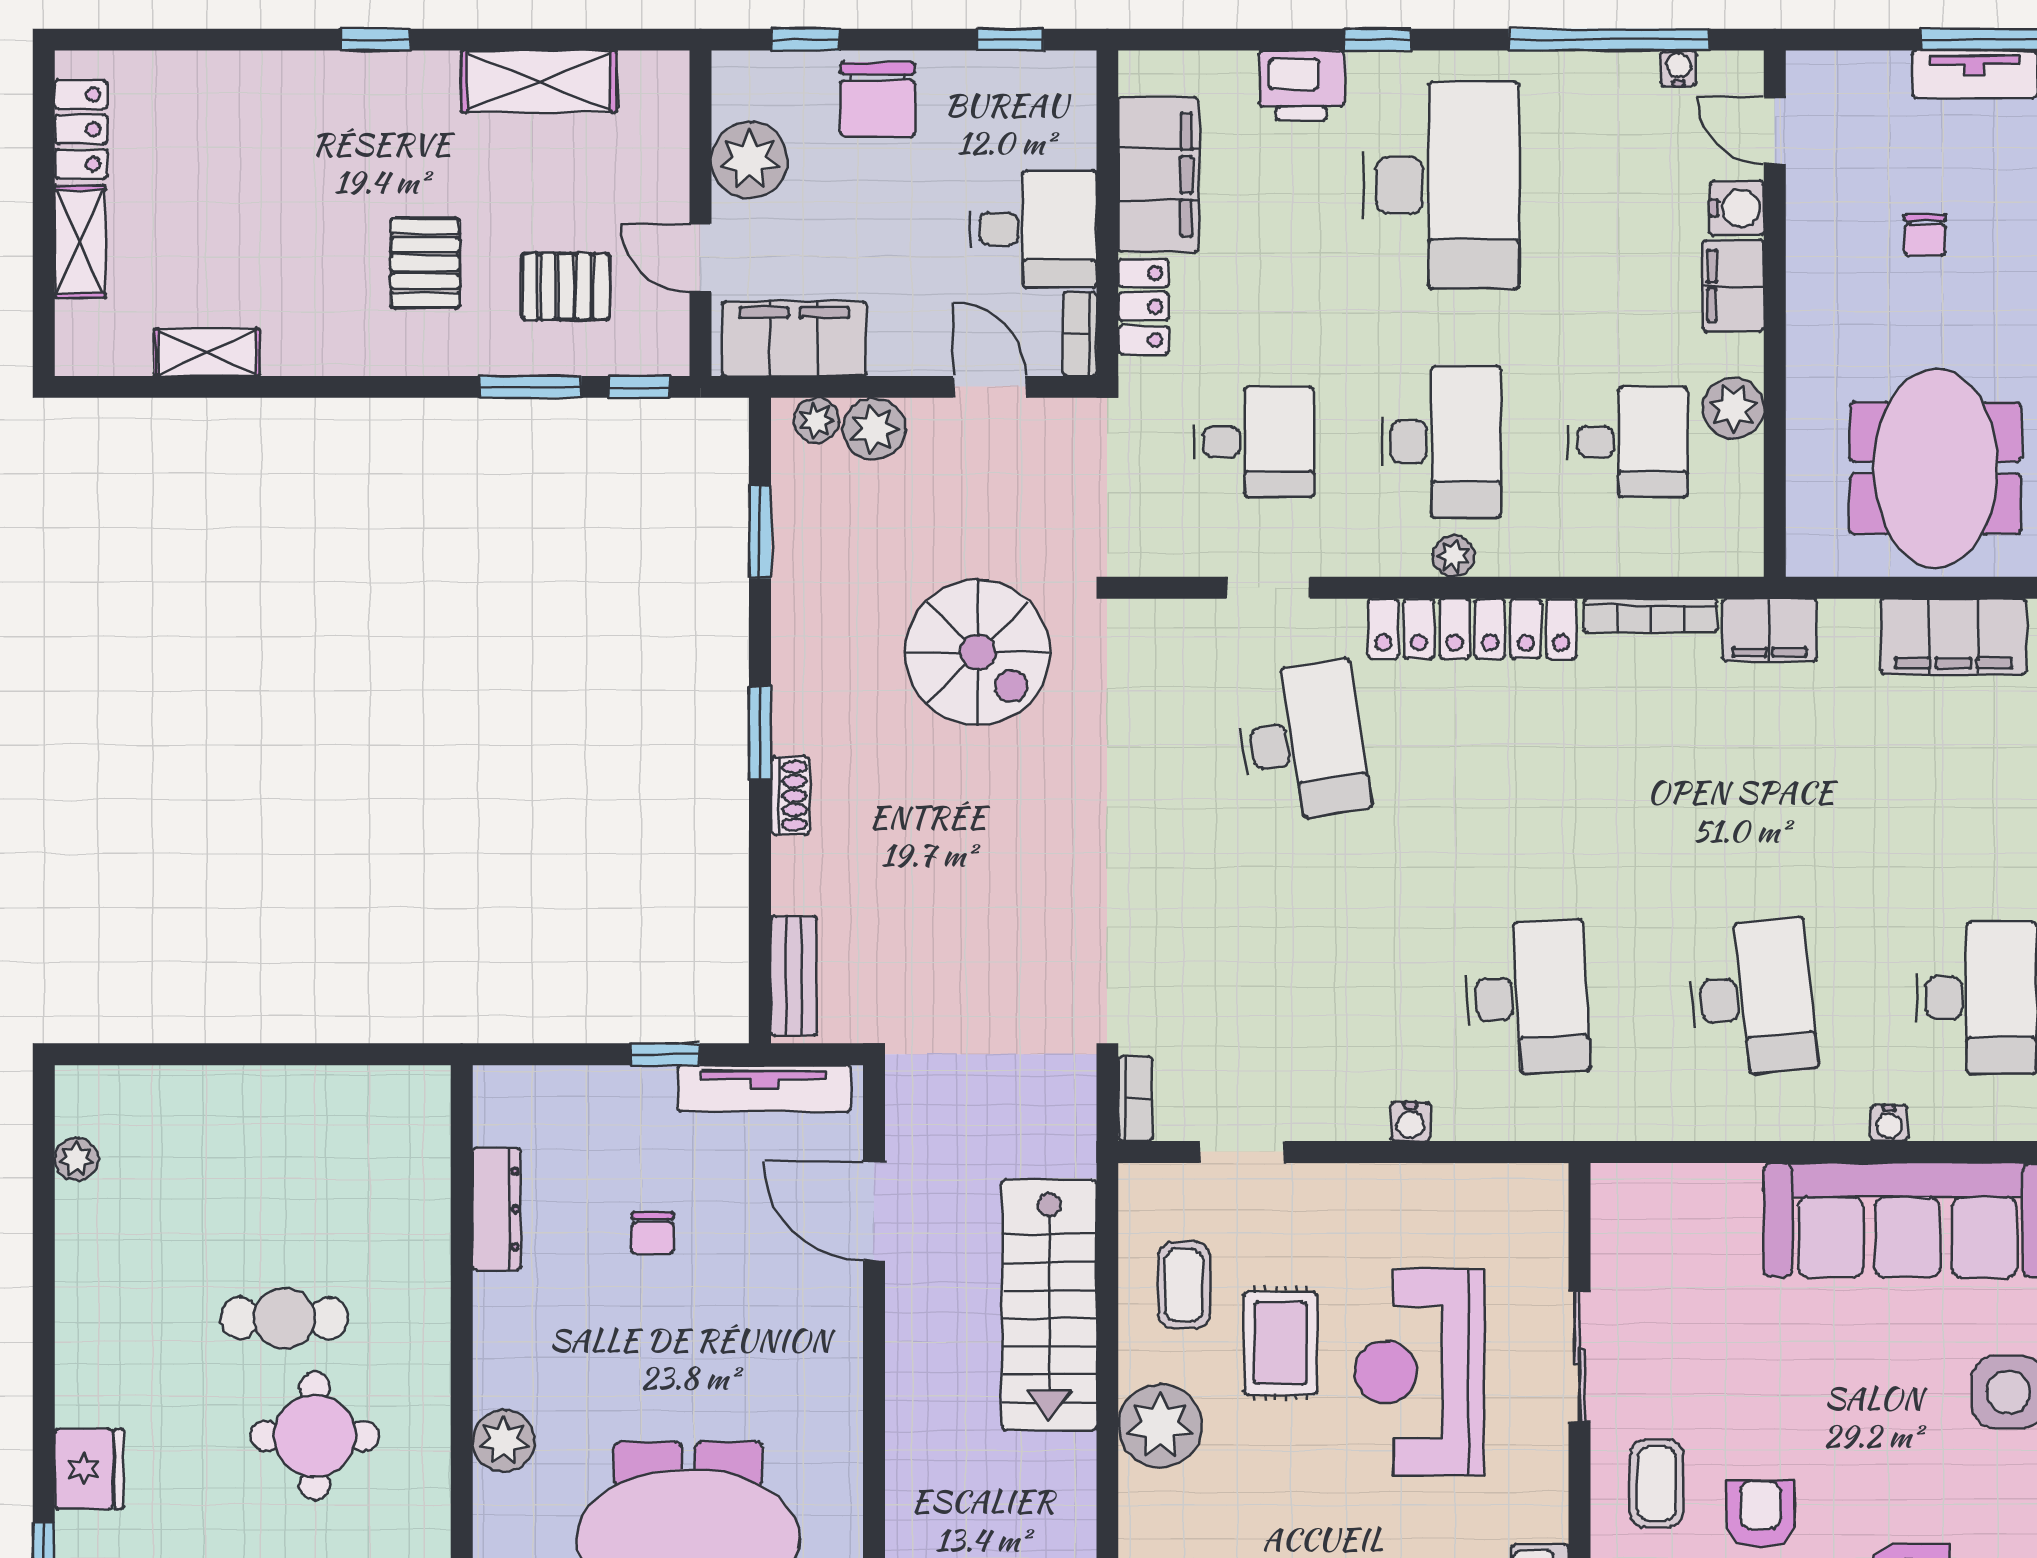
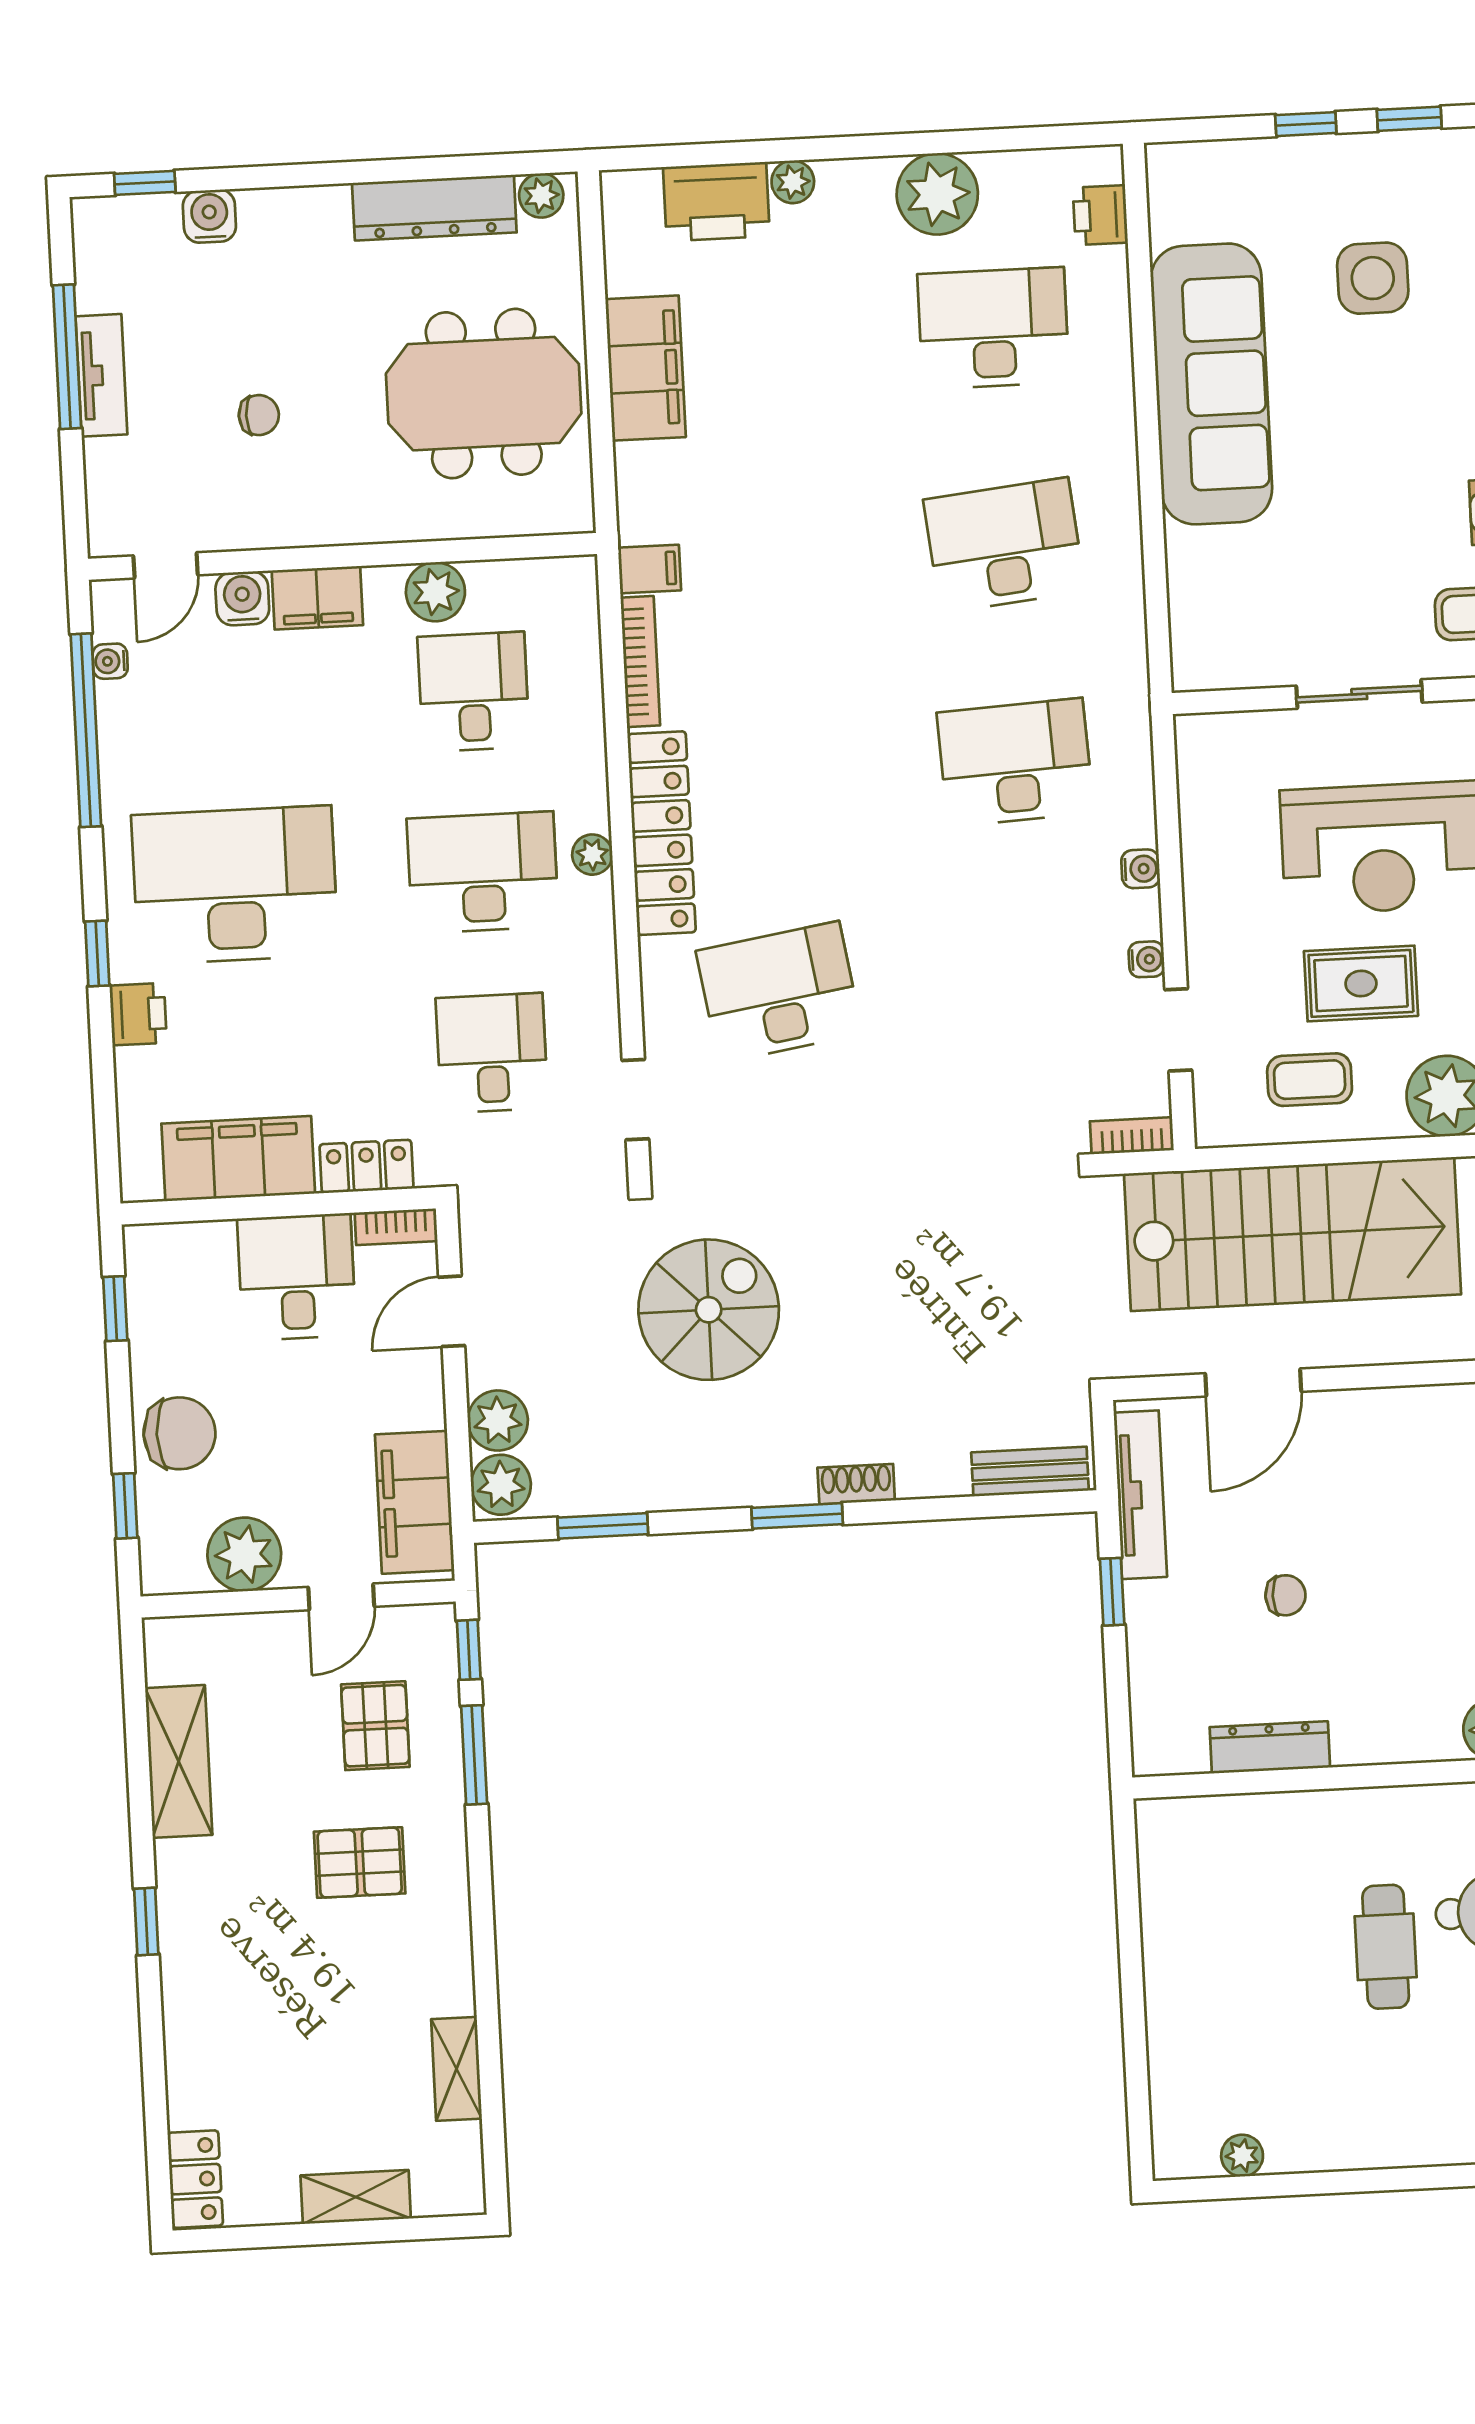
printer: (1302, 85) -> (138, 1014), width x0.73, depth x0.81
locker: (81, 129) -> (195, 2179), moved, turned 90
plant: (816, 420) -> (501, 1485), width x1.38, depth x1.38
doorway: (1268, 588) -> (635, 1100), moved
filing cabinet: (1769, 630) -> (649, 569), width x0.50
water cooler: (1889, 1123) -> (1147, 959), moved
stairs: (1049, 1305) -> (1293, 1234), width x1.36, depth x1.51

